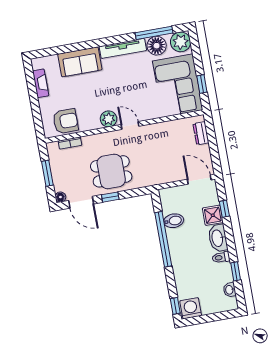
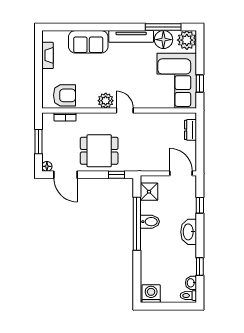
window: (110, 197) -> (117, 175), moved
shower: (213, 215) -> (149, 192), moved
bidet: (174, 221) -> (150, 222), moved
toilet: (221, 257) -> (188, 296), moved
window: (175, 306) -> (137, 289), removed

